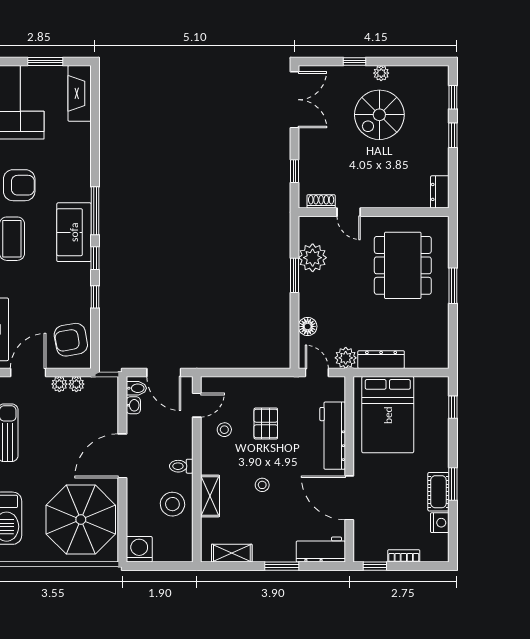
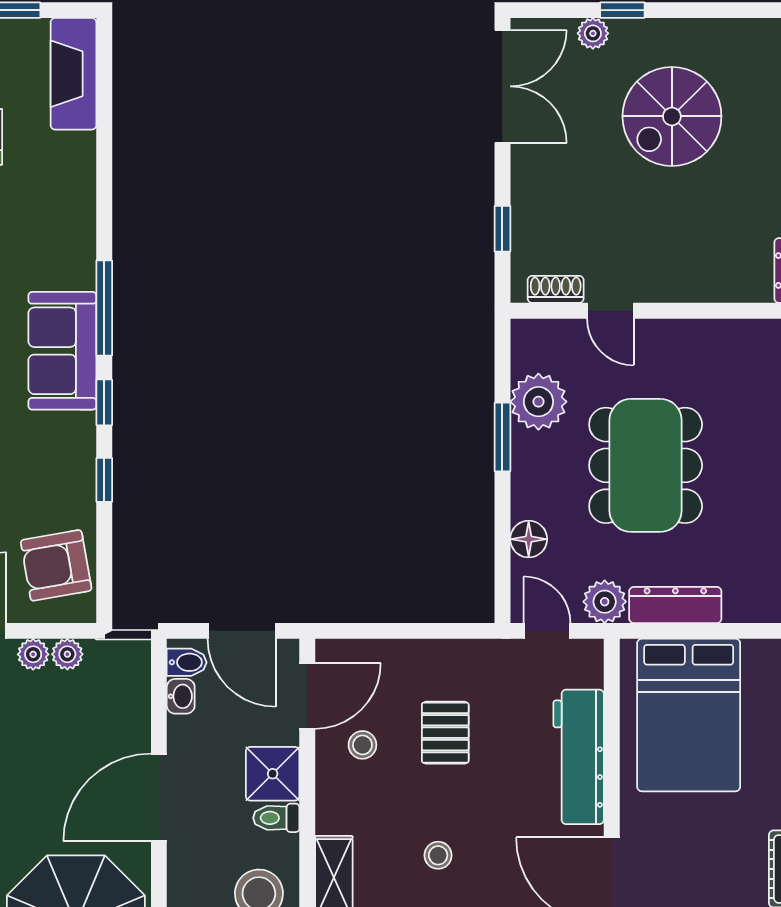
plant: (381, 73) -> (593, 33), moved
dining table: (403, 265) -> (646, 465), moved
door: (197, 405) -> (307, 696), width x1.38
shower: (179, 444) -> (273, 774), added

